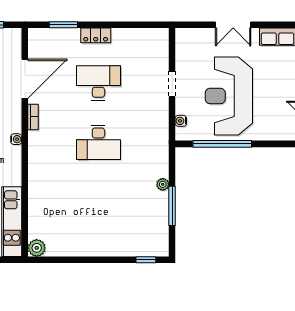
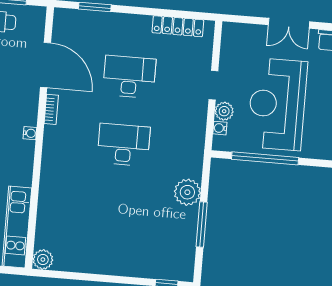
locker: (96, 35) -> (178, 26), moved, width x1.53
door: (25, 79) -> (46, 65), hinge flipped
plant: (183, 106) -> (224, 111), added
desk: (98, 142) -> (124, 145), turned 180
plant: (163, 184) -> (187, 192), width x1.88, depth x1.88

